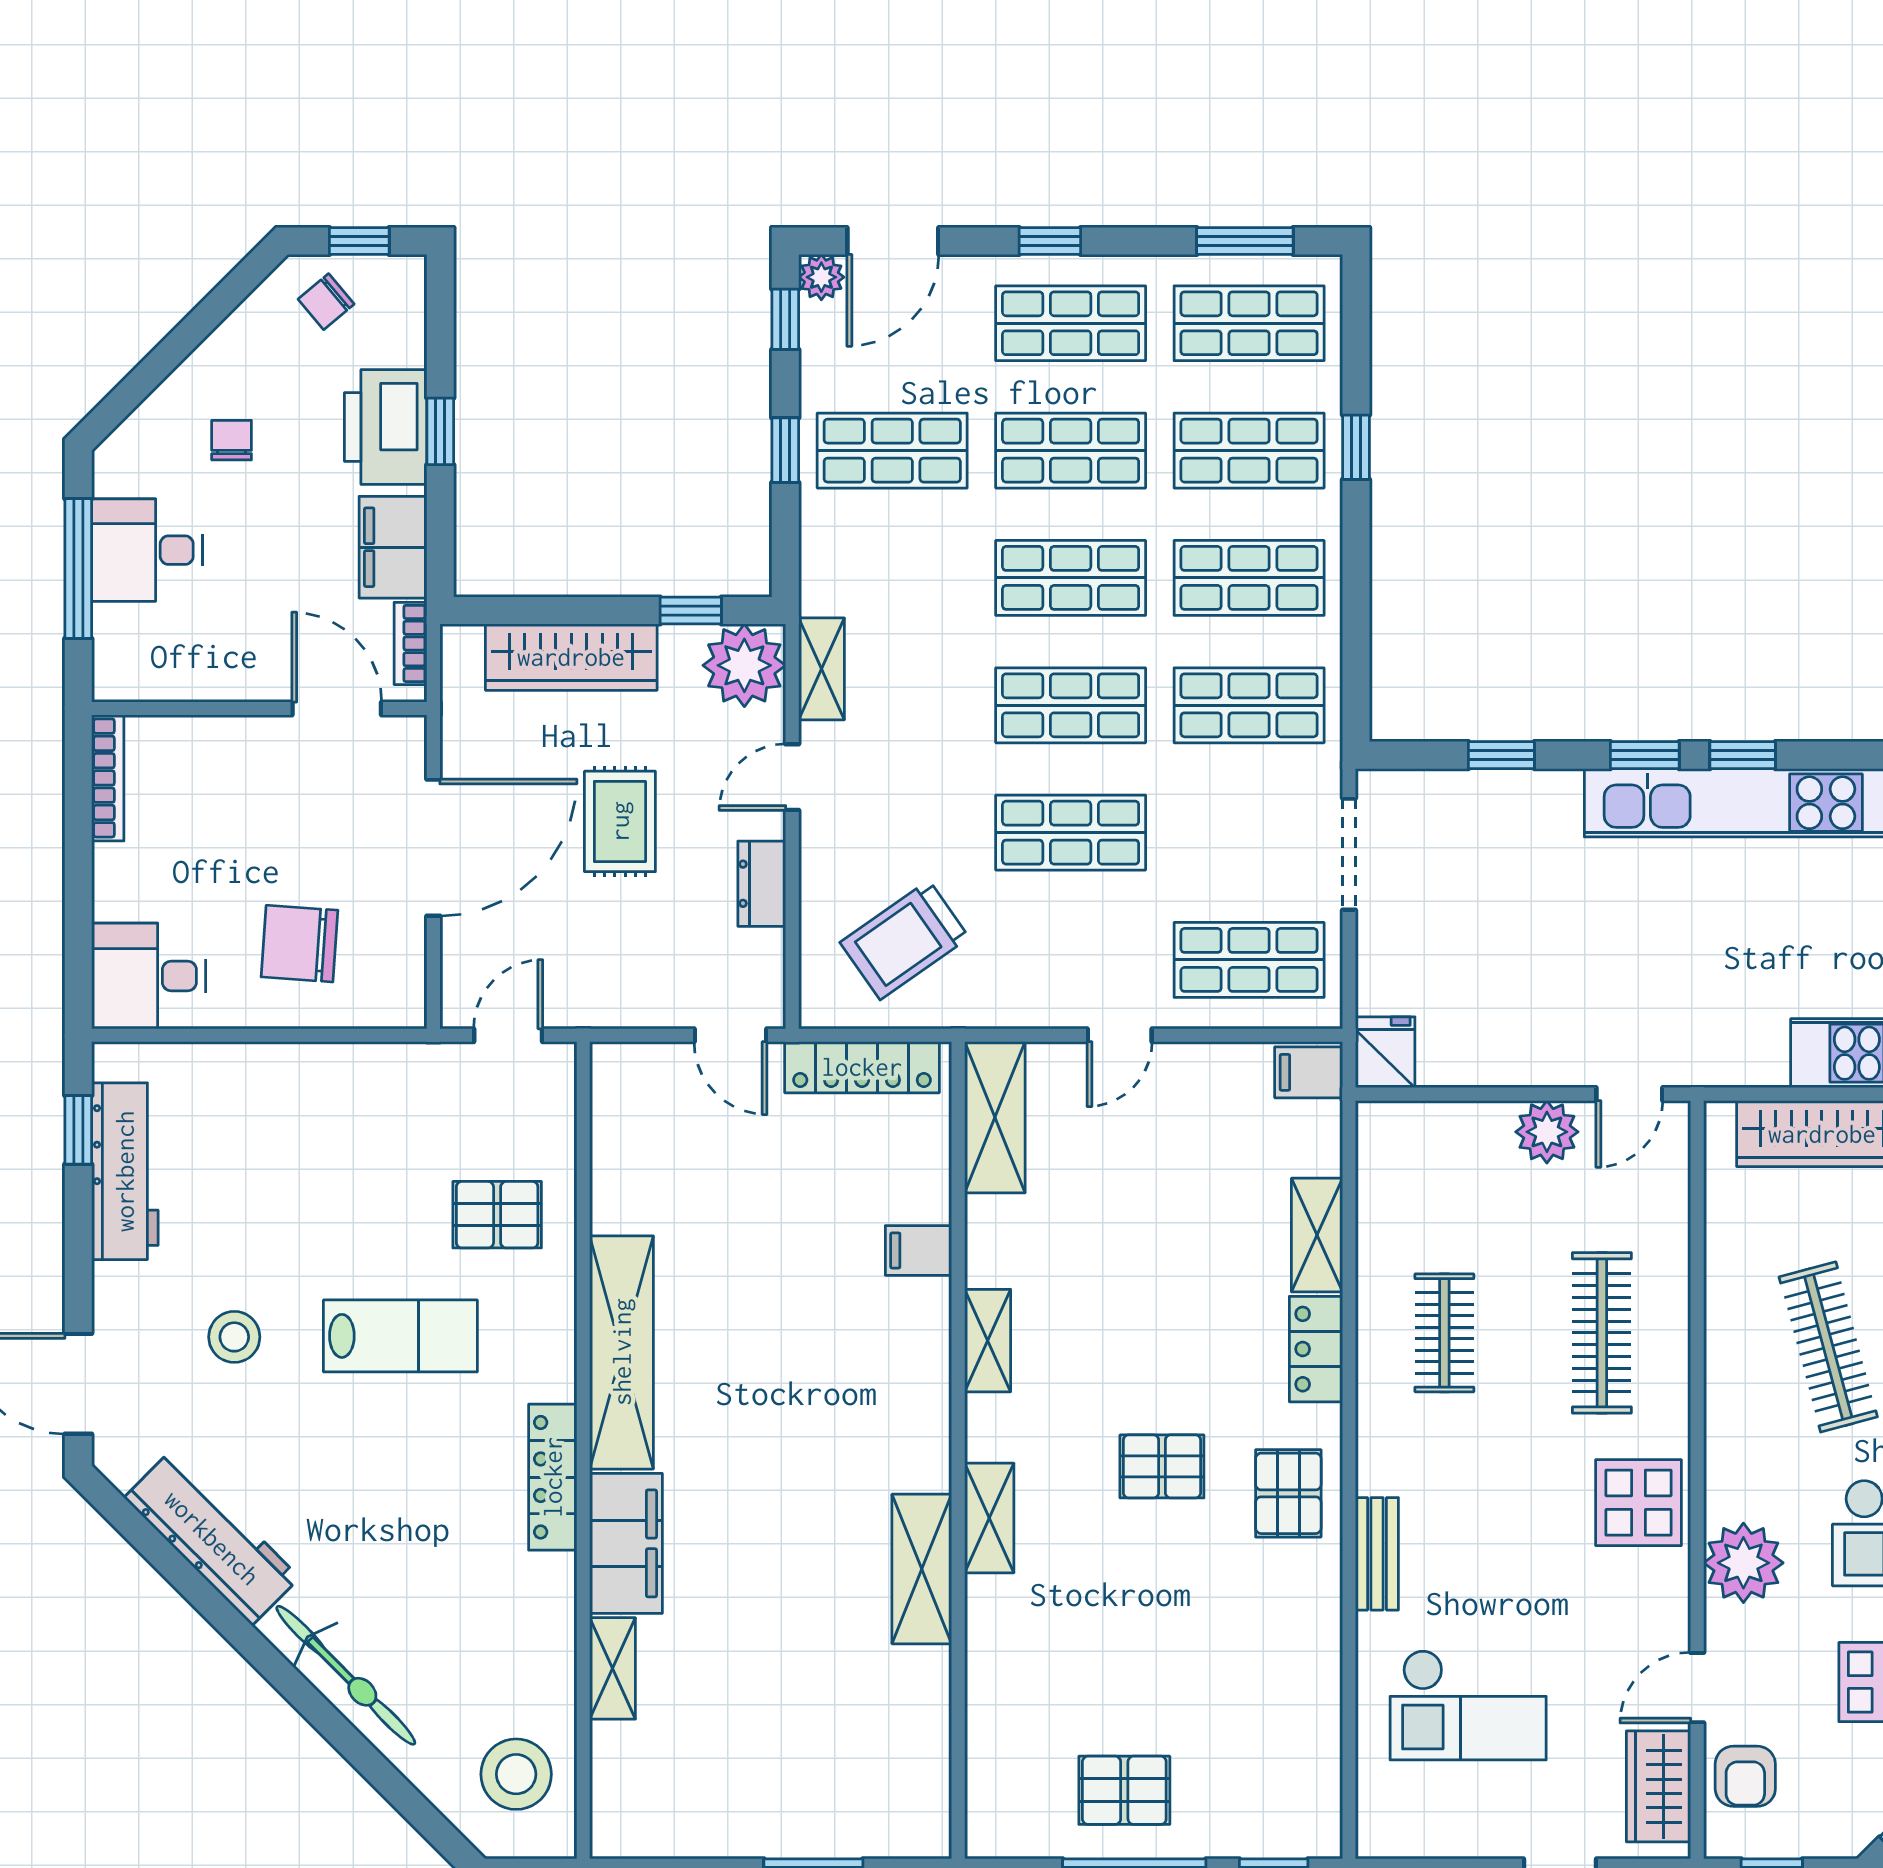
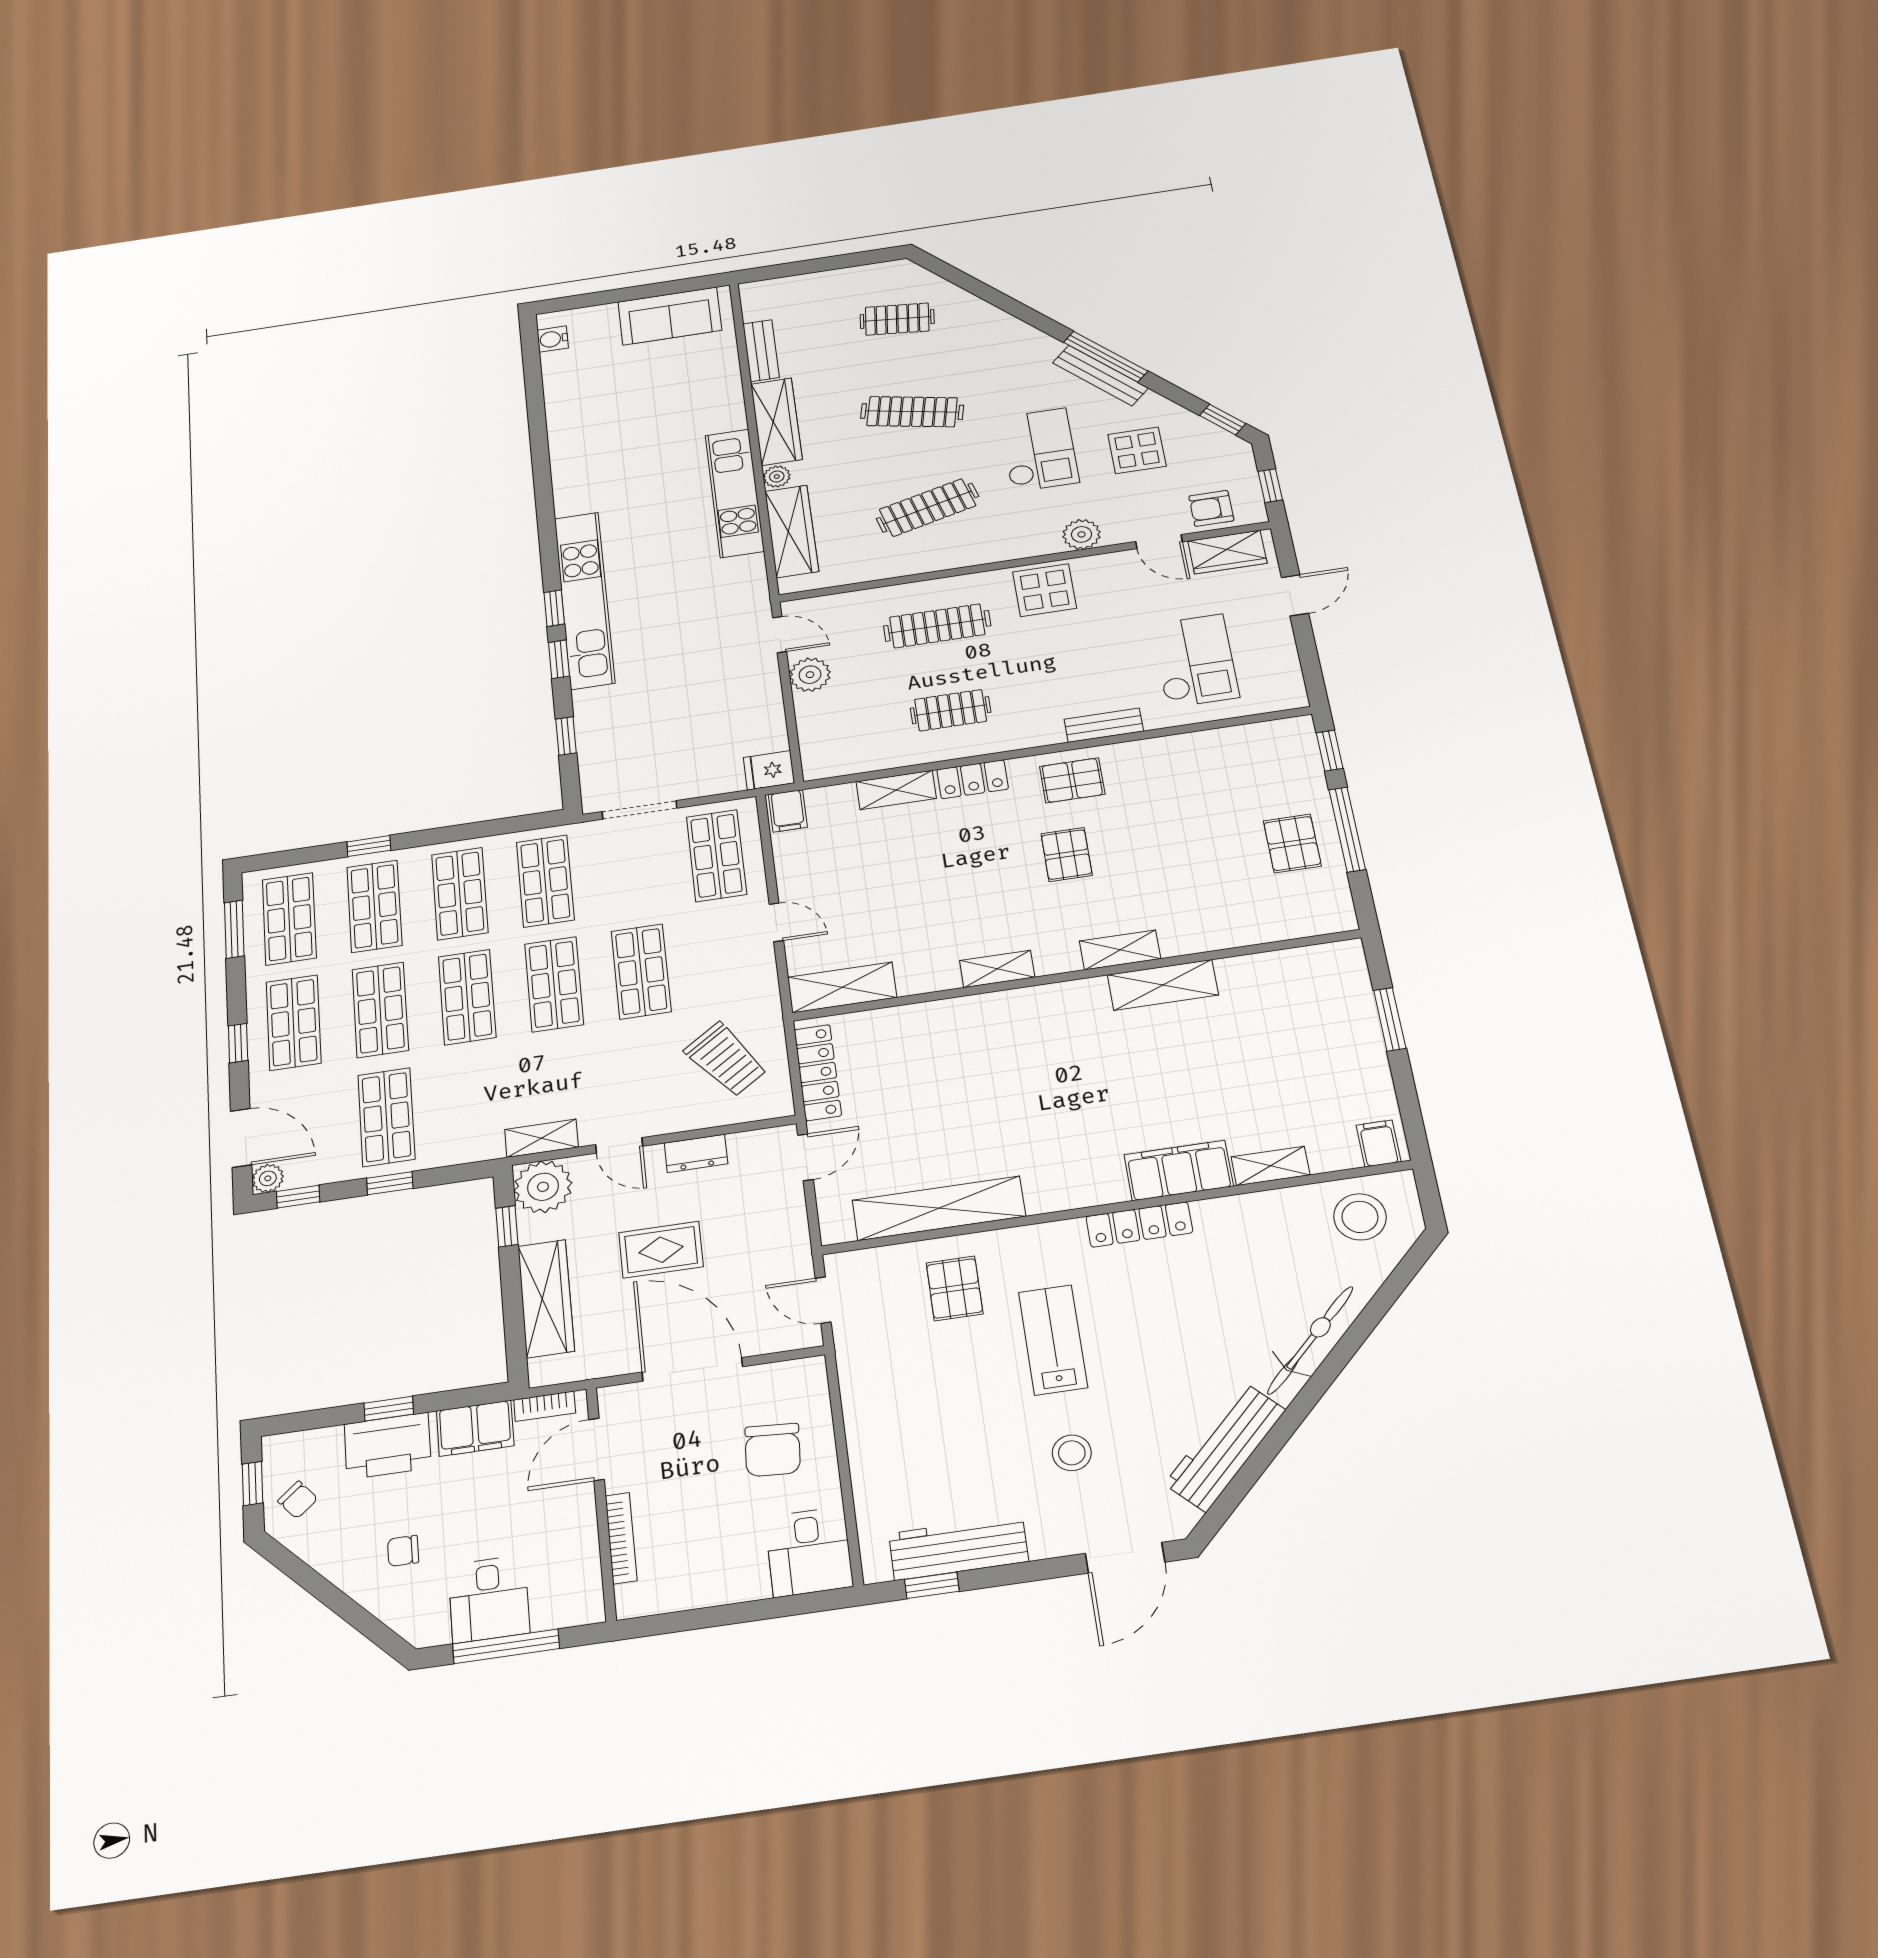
bookcase: (108, 778) -> (621, 1538), moved, turned 90
filing cabinet: (919, 1250) -> (1379, 1143), moved, turned 180
shelving: (622, 1352) -> (939, 1208), moved
plant: (1743, 1563) -> (1082, 534), width x0.73, depth x0.73
armchair: (1745, 1776) -> (1211, 508), turned 180

